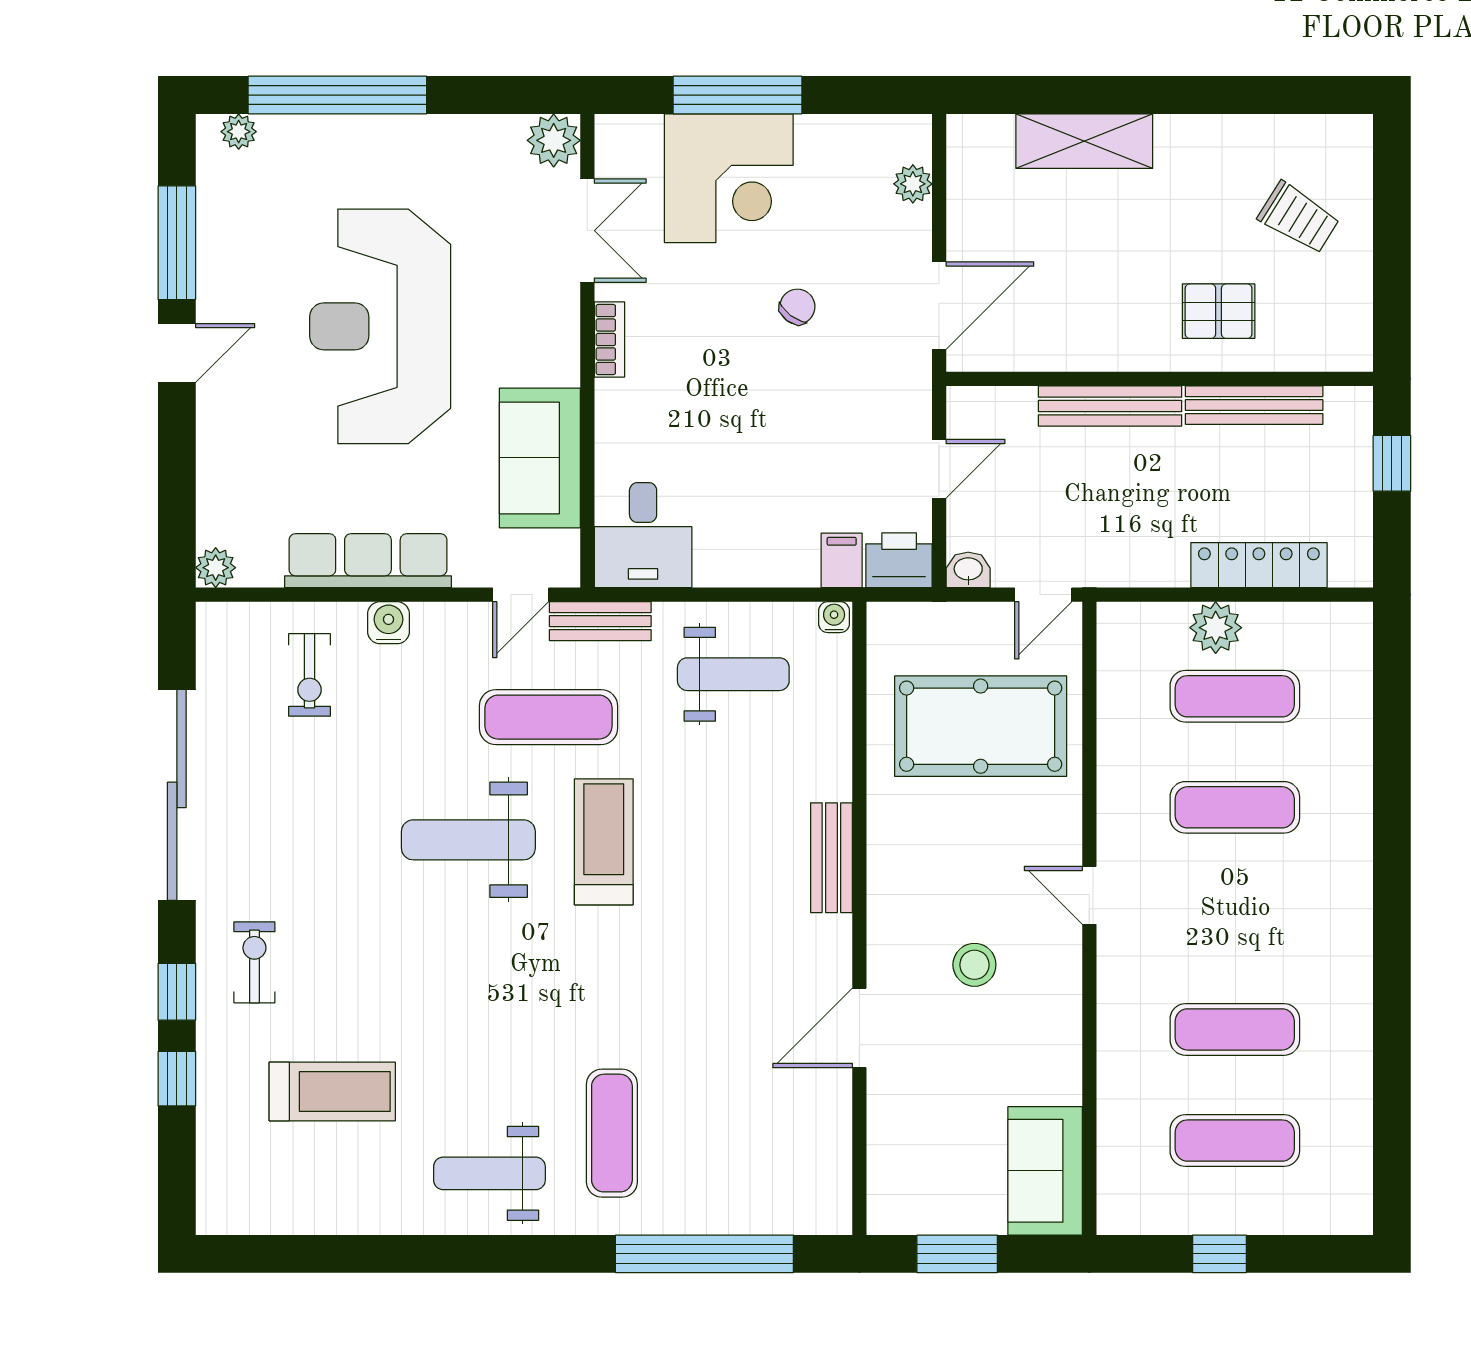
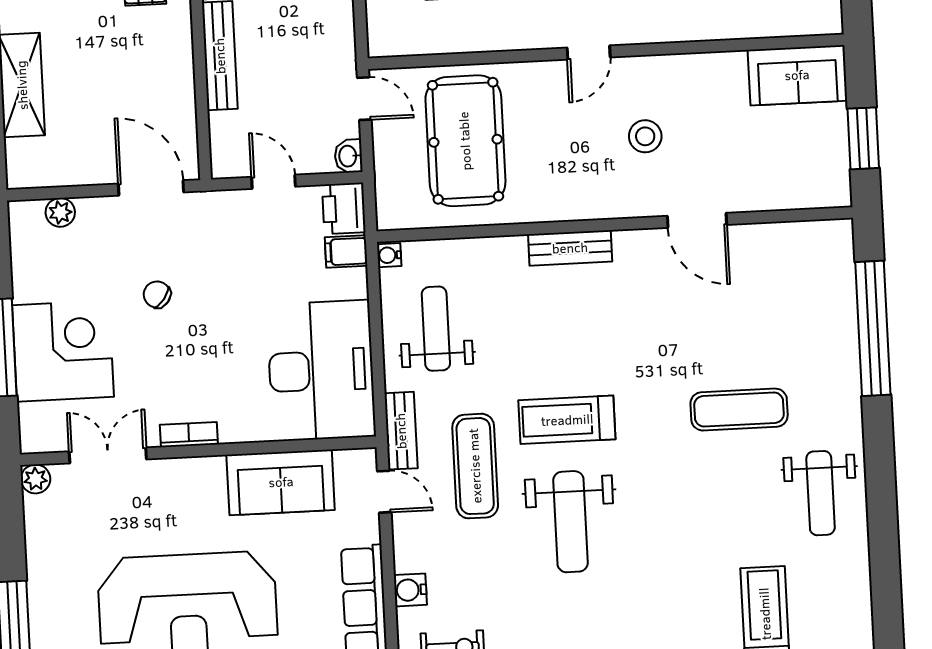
plant: (554, 140) -> (36, 479), width x0.73, depth x0.73
desk: (643, 535) -> (321, 370), width x1.87, depth x1.30
exercise mat: (612, 1133) -> (739, 410), moved

